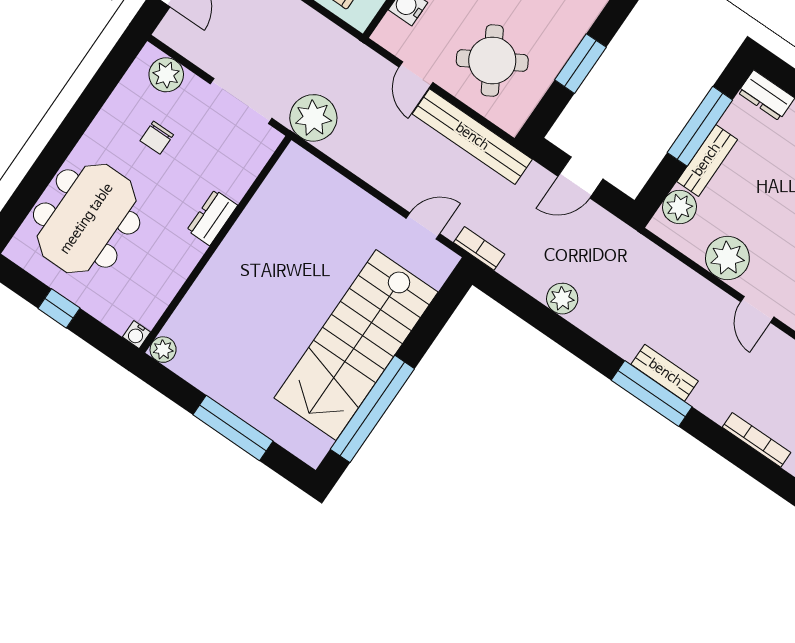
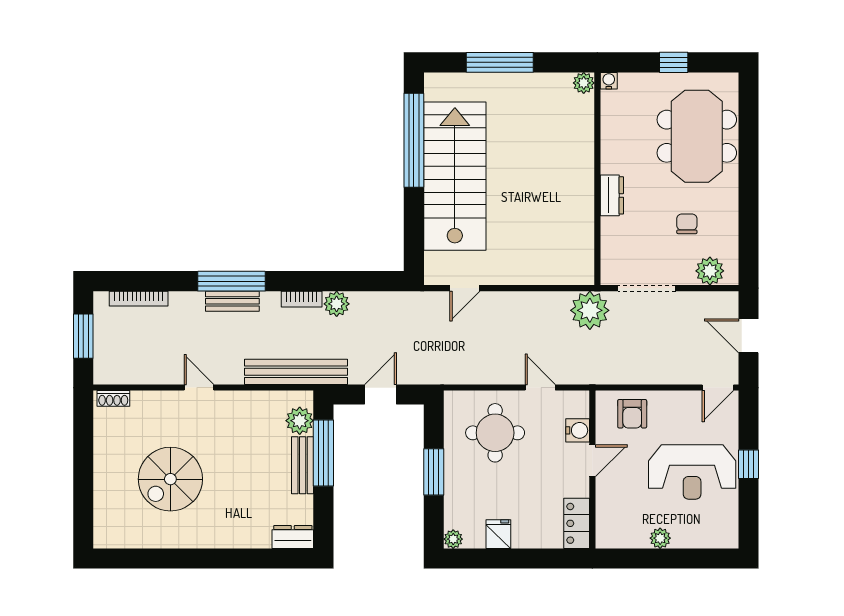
round table: (492, 60) -> (495, 433), turned 30
window: (700, 126) -> (323, 453), moved
bench: (472, 137) -> (296, 372), moved
bookcase: (479, 248) -> (302, 299), moved
plant: (727, 258) -> (243, 408), removed

